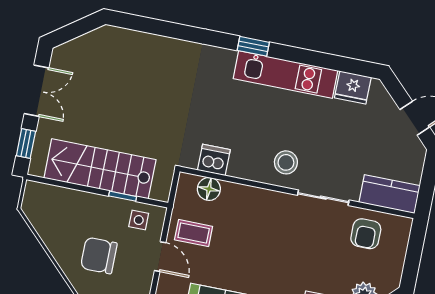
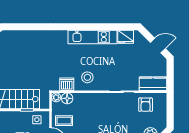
window: (253, 46) -> (75, 27), removed
stool: (286, 162) -> (87, 77), moved
plant: (187, 183) -> (56, 97), added

